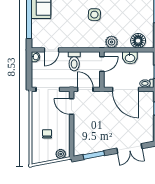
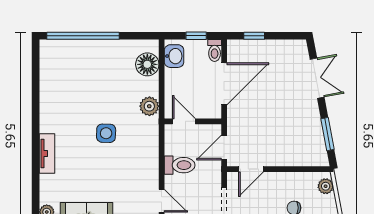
washbasin: (130, 58) -> (174, 56), moved

